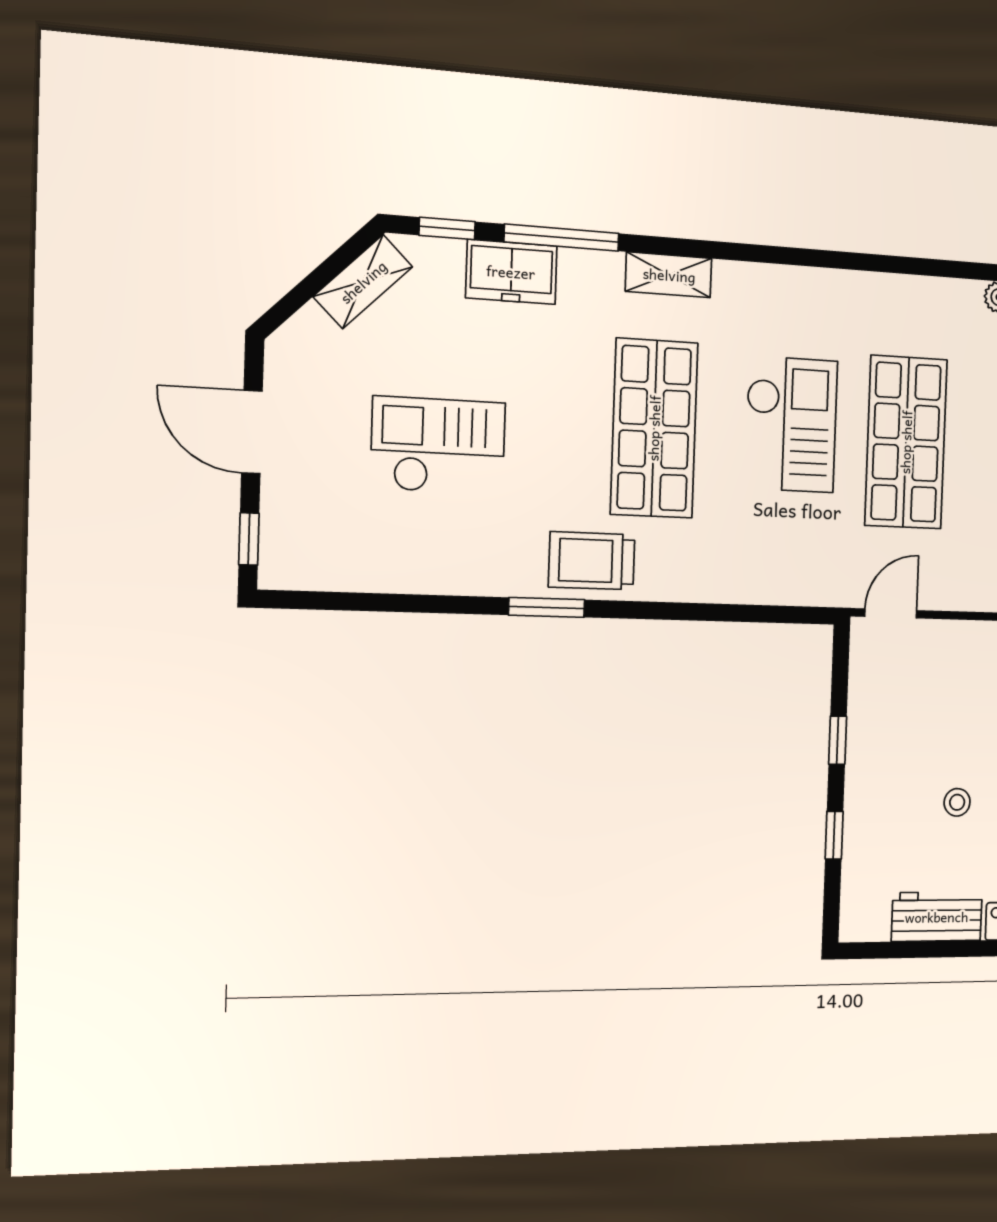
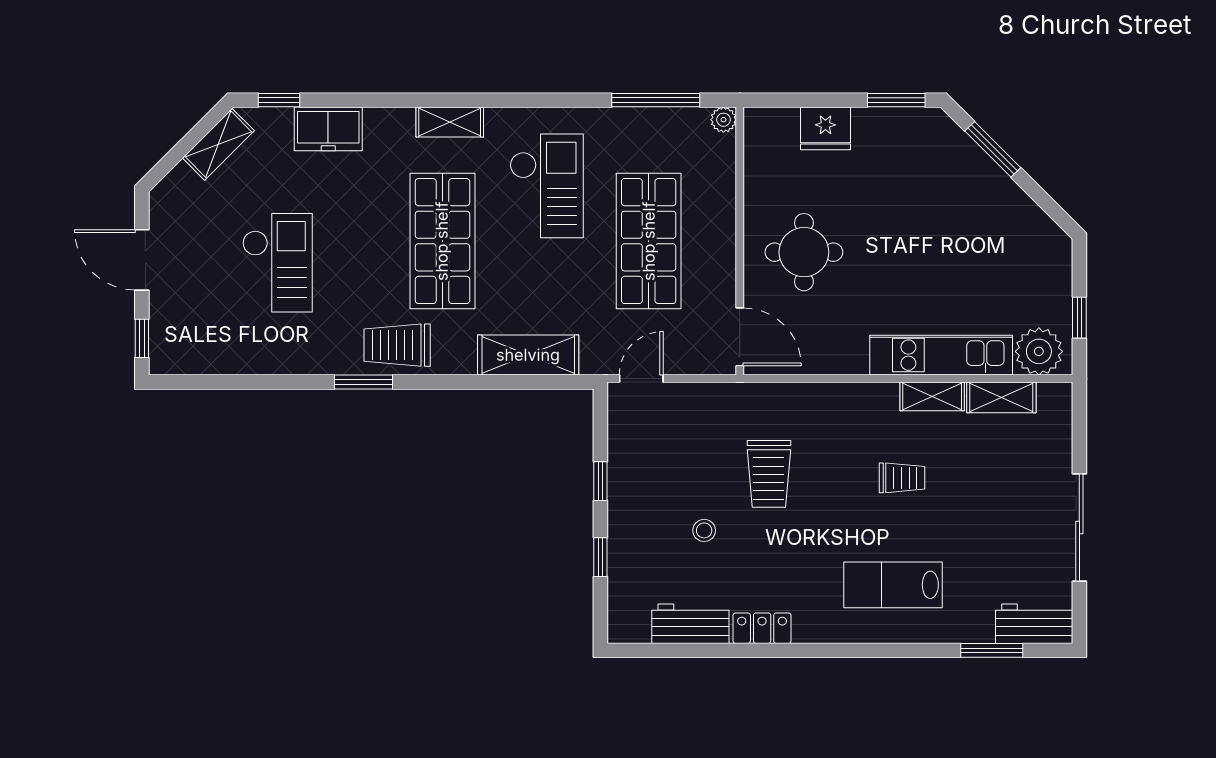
window: (562, 238) -> (656, 100), moved
checkout: (791, 424) -> (547, 186), moved
checkout: (438, 446) -> (277, 263), turned 90
shelving: (756, 579) -> (528, 355), added

